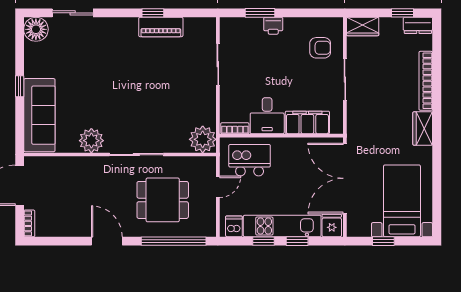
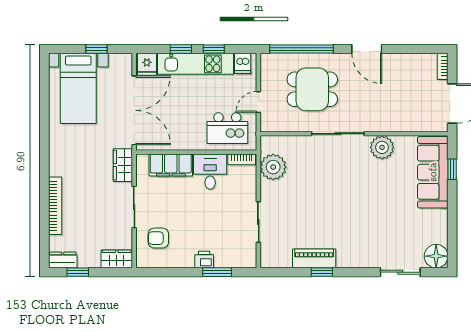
window: (20, 86) -> (452, 169), moved
wardrobe: (423, 129) -> (123, 165), moved, turned 180
plant: (203, 139) -> (273, 167), moved

